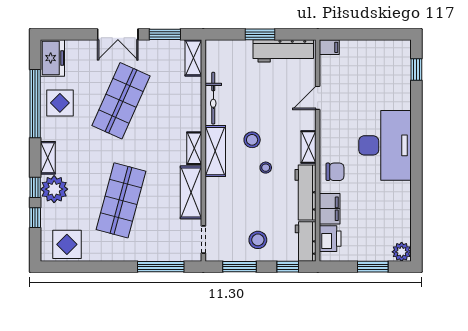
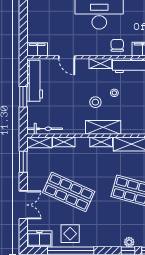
double door: (118, 34) -> (23, 205), moved
filing cabinet: (329, 47) -> (37, 49), width x2.00
bicycle: (213, 98) -> (45, 129), moved
shelving: (48, 158) -> (64, 142), moved
plant: (54, 189) -> (129, 242), width x0.53, depth x0.53

